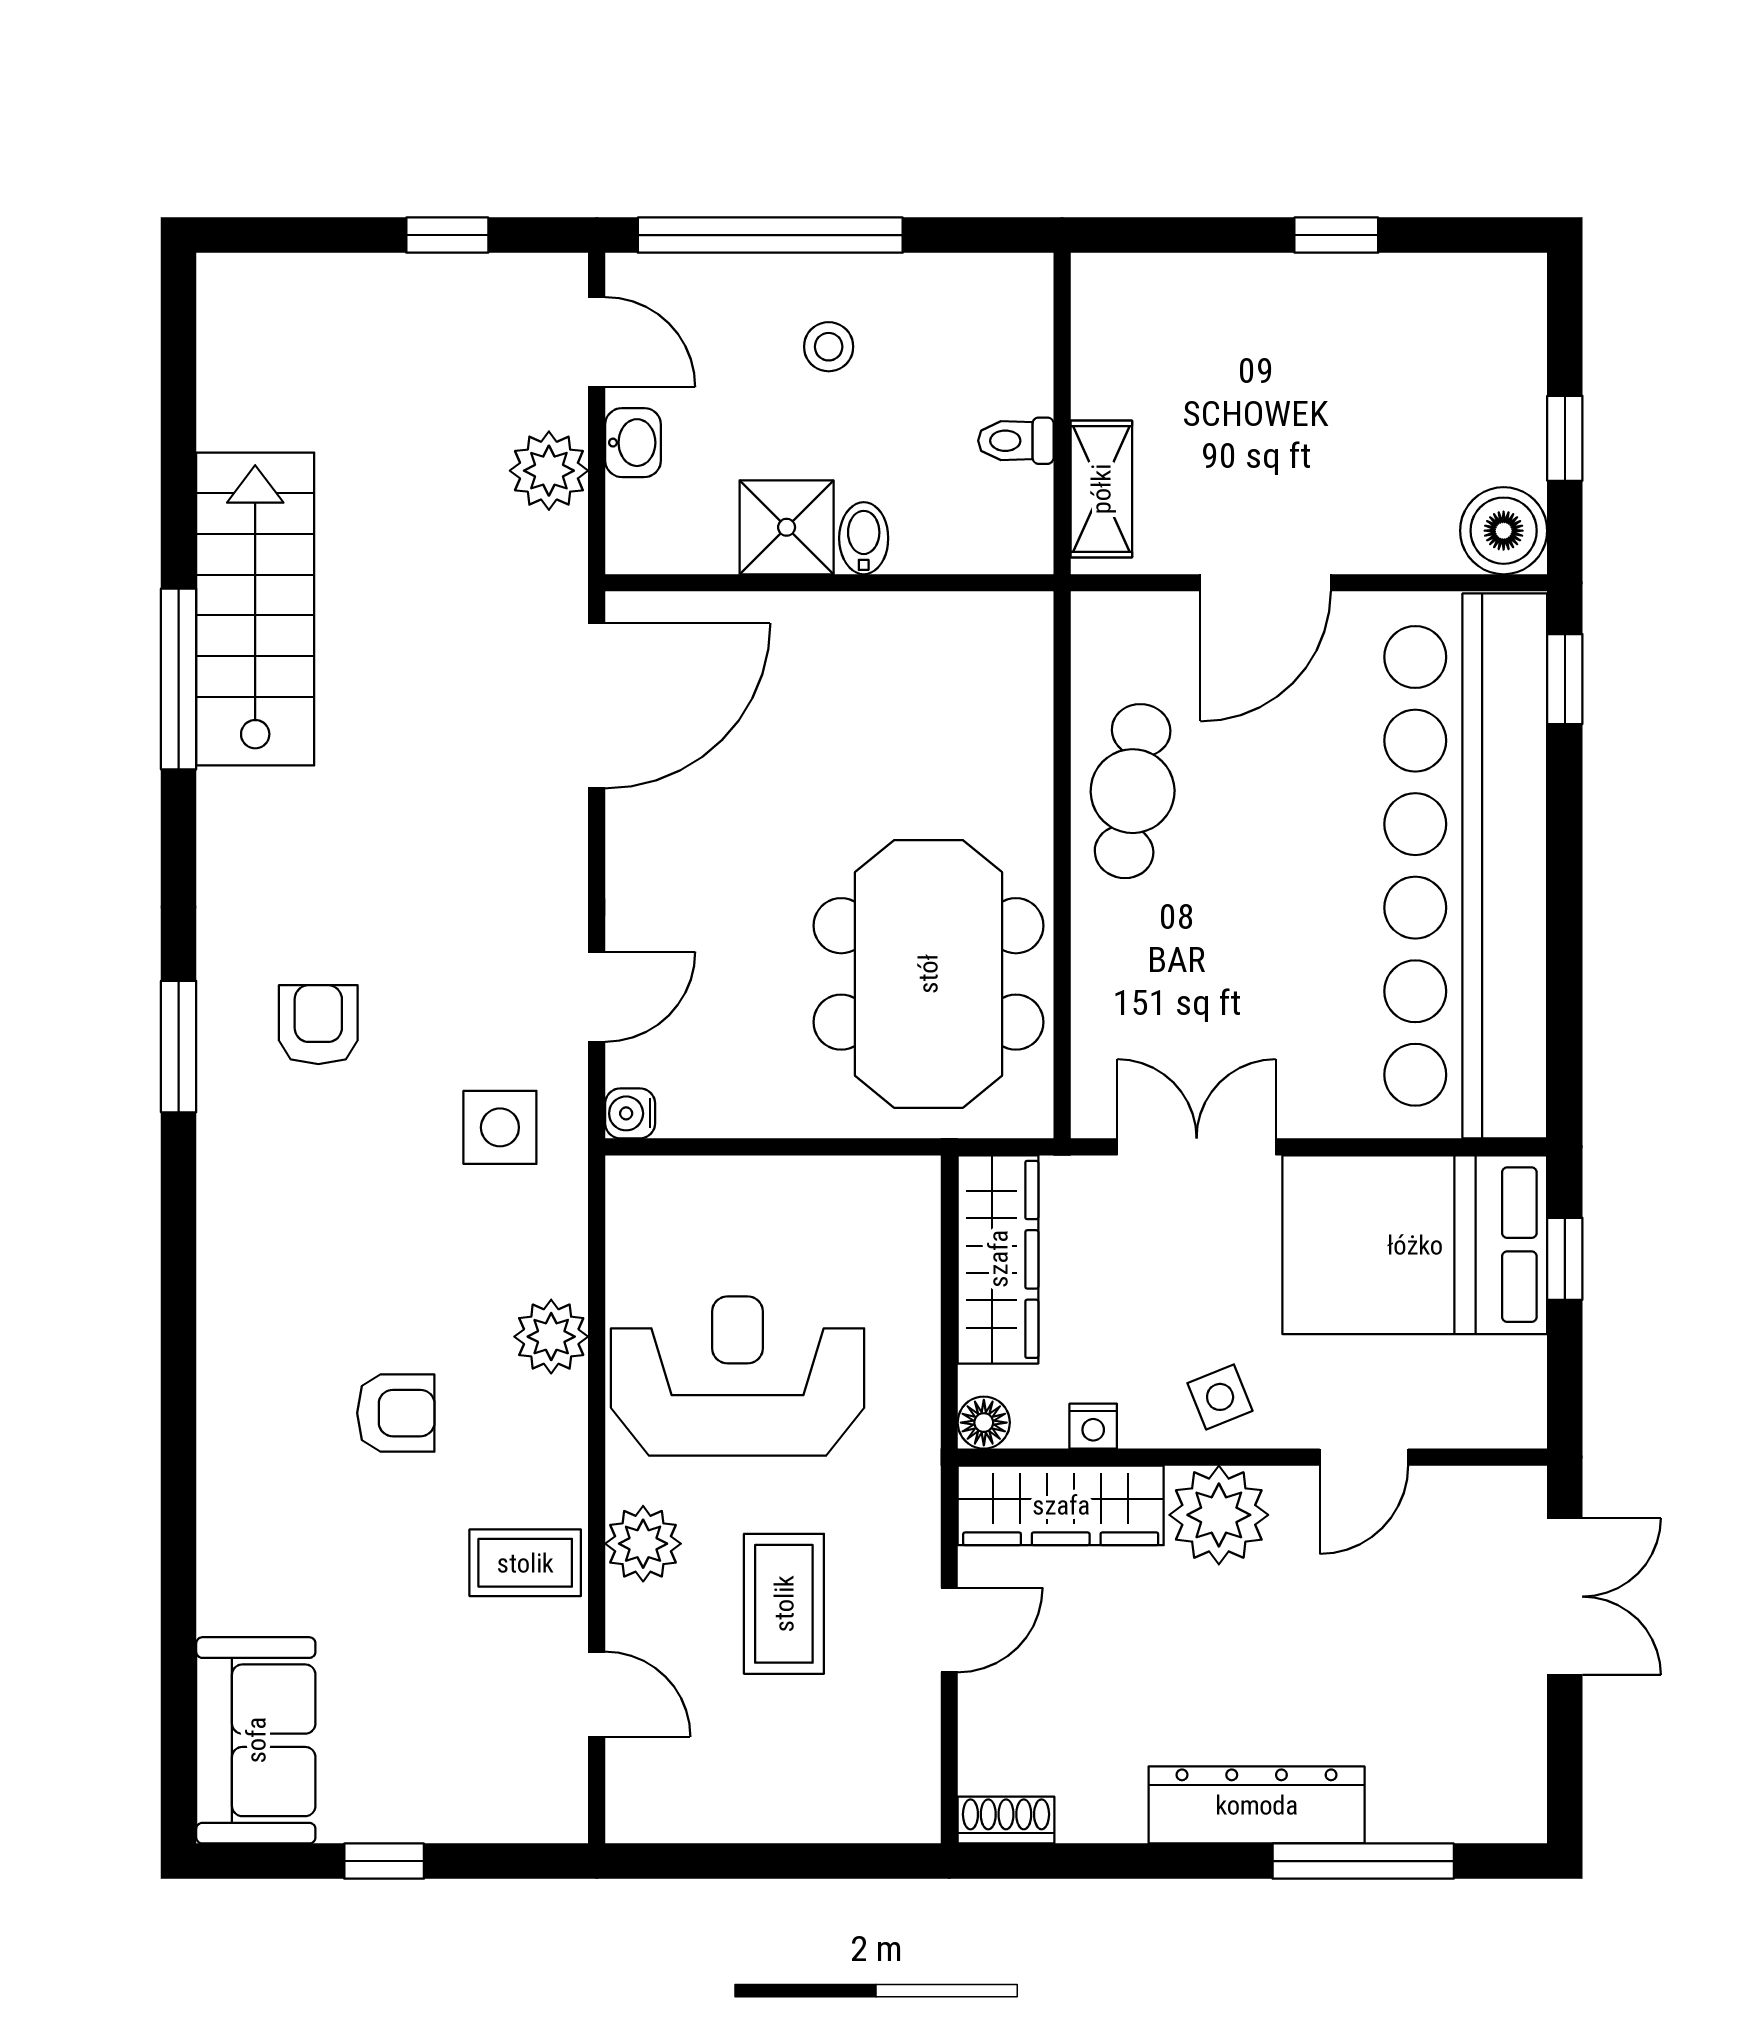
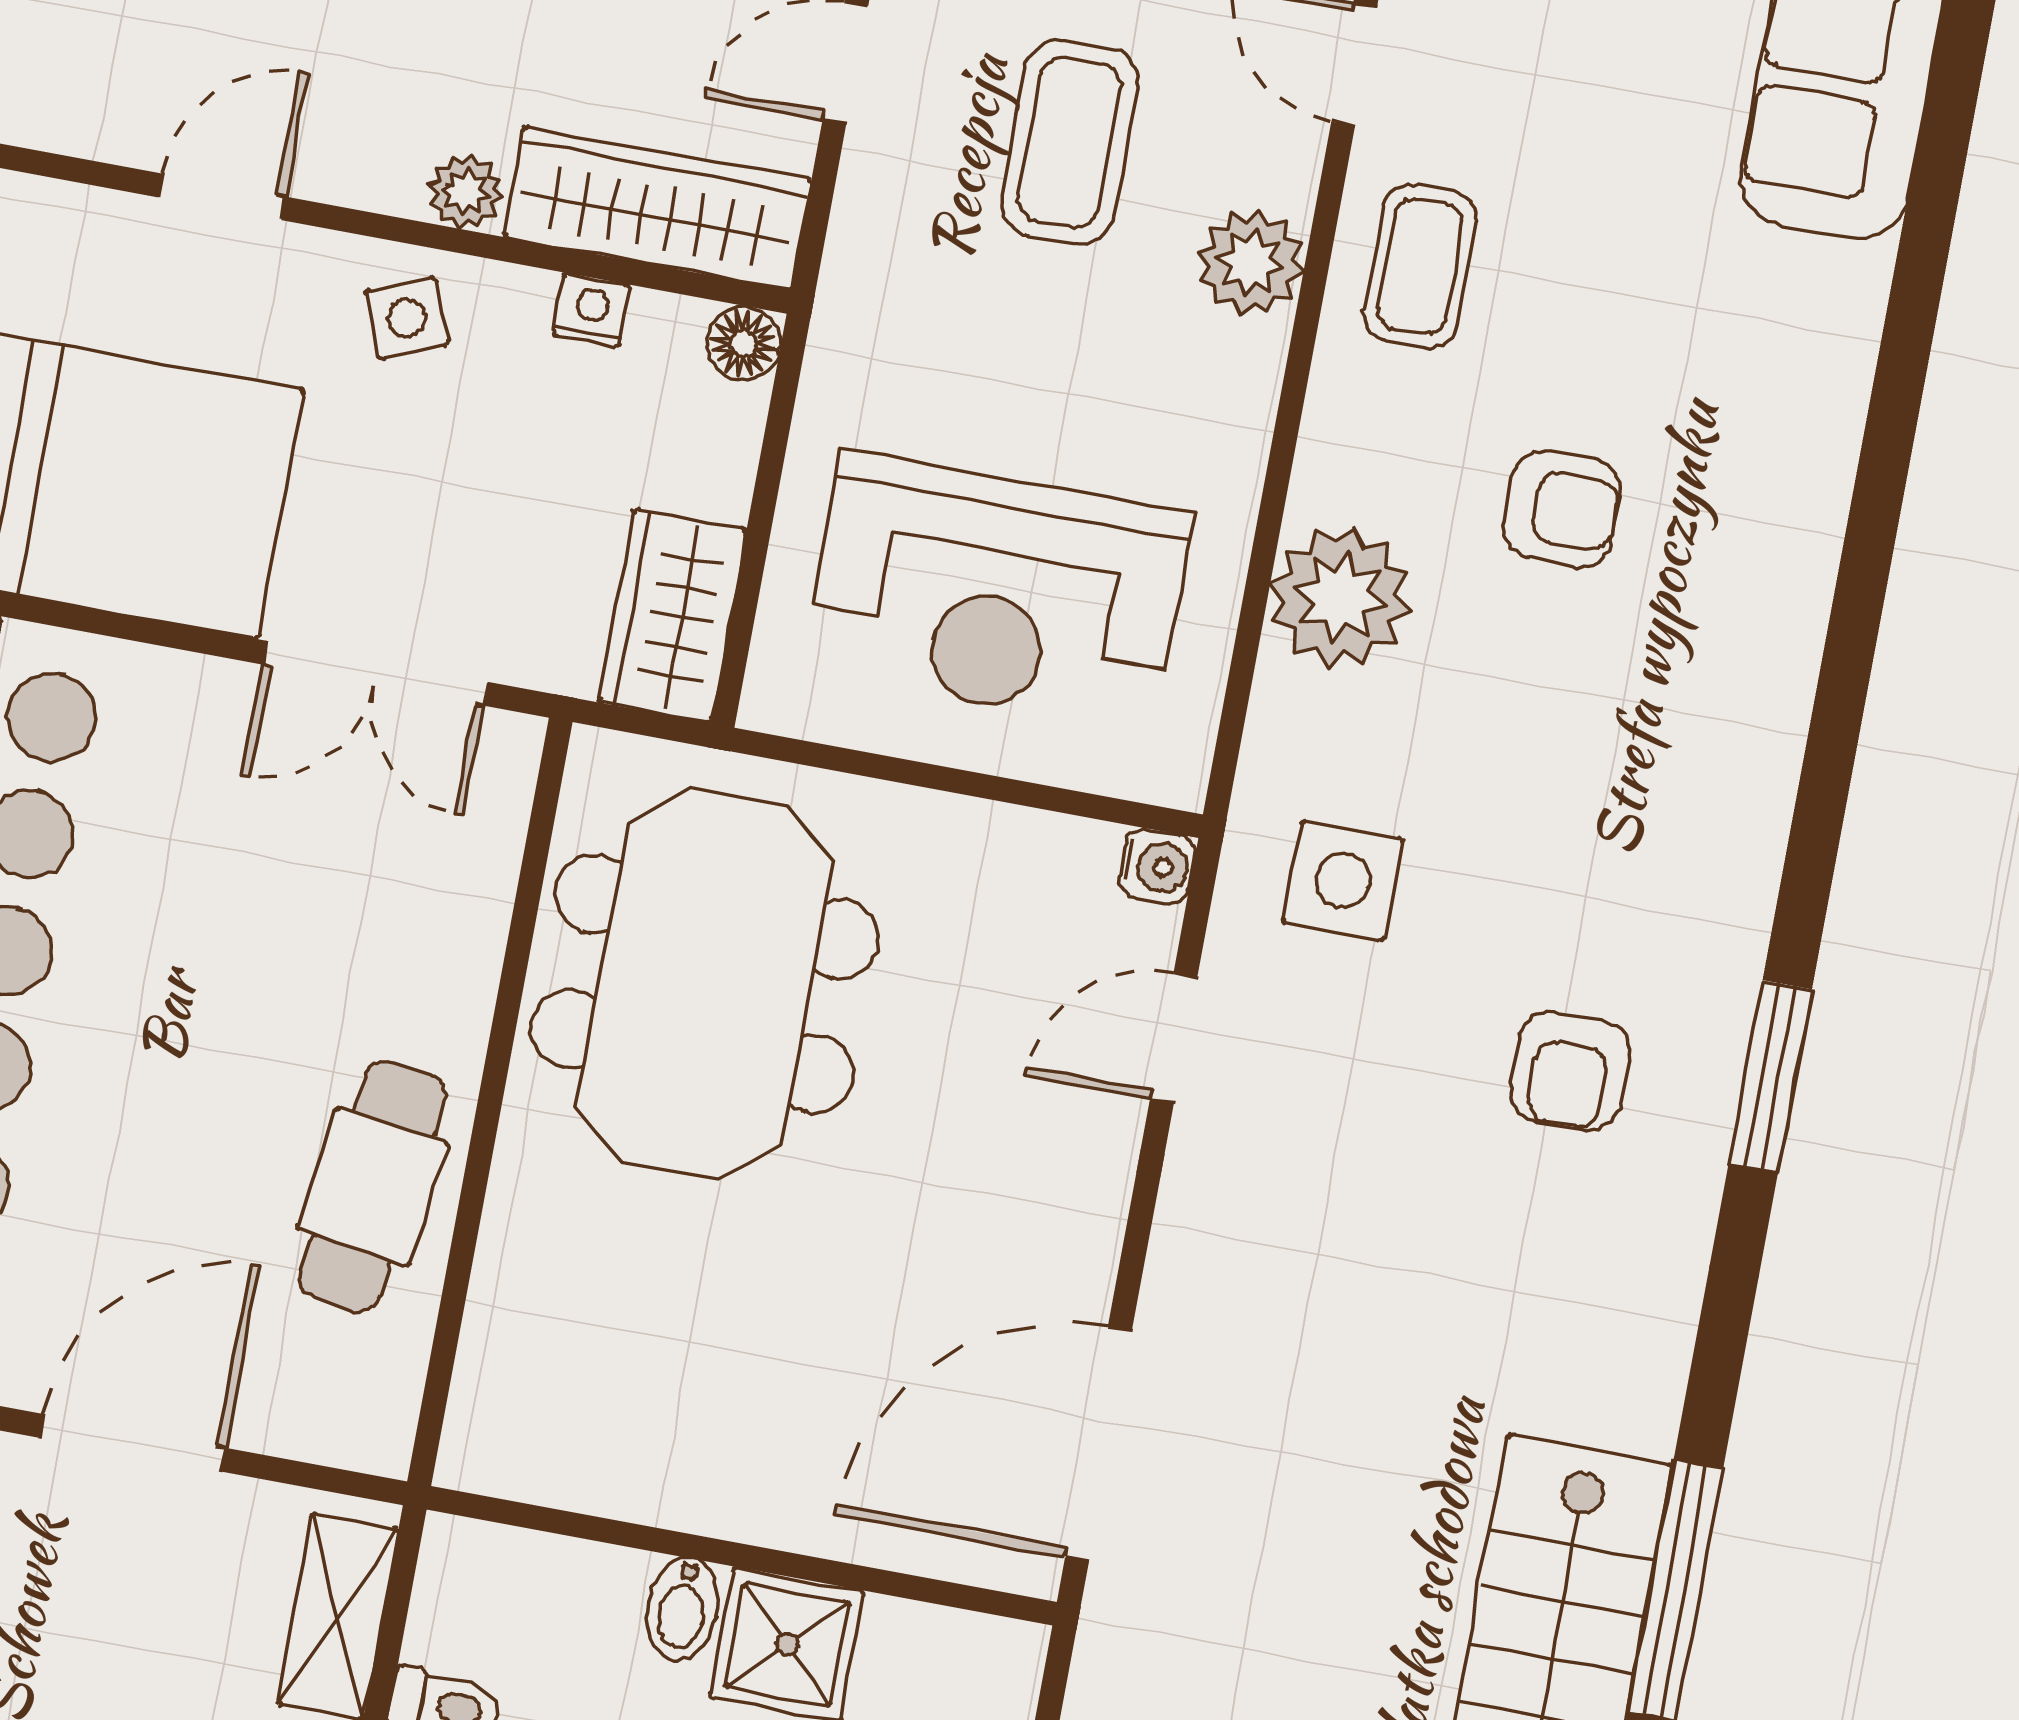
wardrobe: (998, 1259) -> (673, 616), width x0.67
plant: (551, 1337) -> (1340, 598), width x1.36, depth x1.36
reception desk: (738, 1376) -> (997, 592), moved
armchair: (396, 1413) -> (1562, 509), turned 180
plant: (1219, 1515) -> (466, 192), width x0.53, depth x0.53
coffee table: (525, 1563) -> (1420, 266), turned 90

